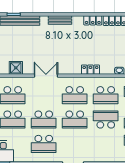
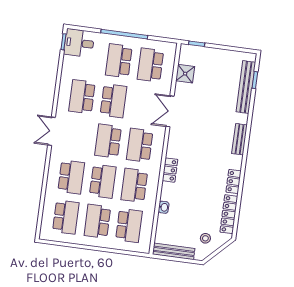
double door: (46, 76) -> (170, 111), swing flipped
school desk: (44, 120) -> (113, 101), turned 180
school desk: (106, 144) -> (71, 177), added

